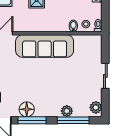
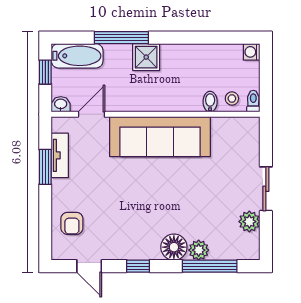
plant: (96, 107) -> (249, 222), moved
floor lamp: (27, 109) -> (174, 247), moved
window: (32, 120) -> (138, 266), width x0.46

